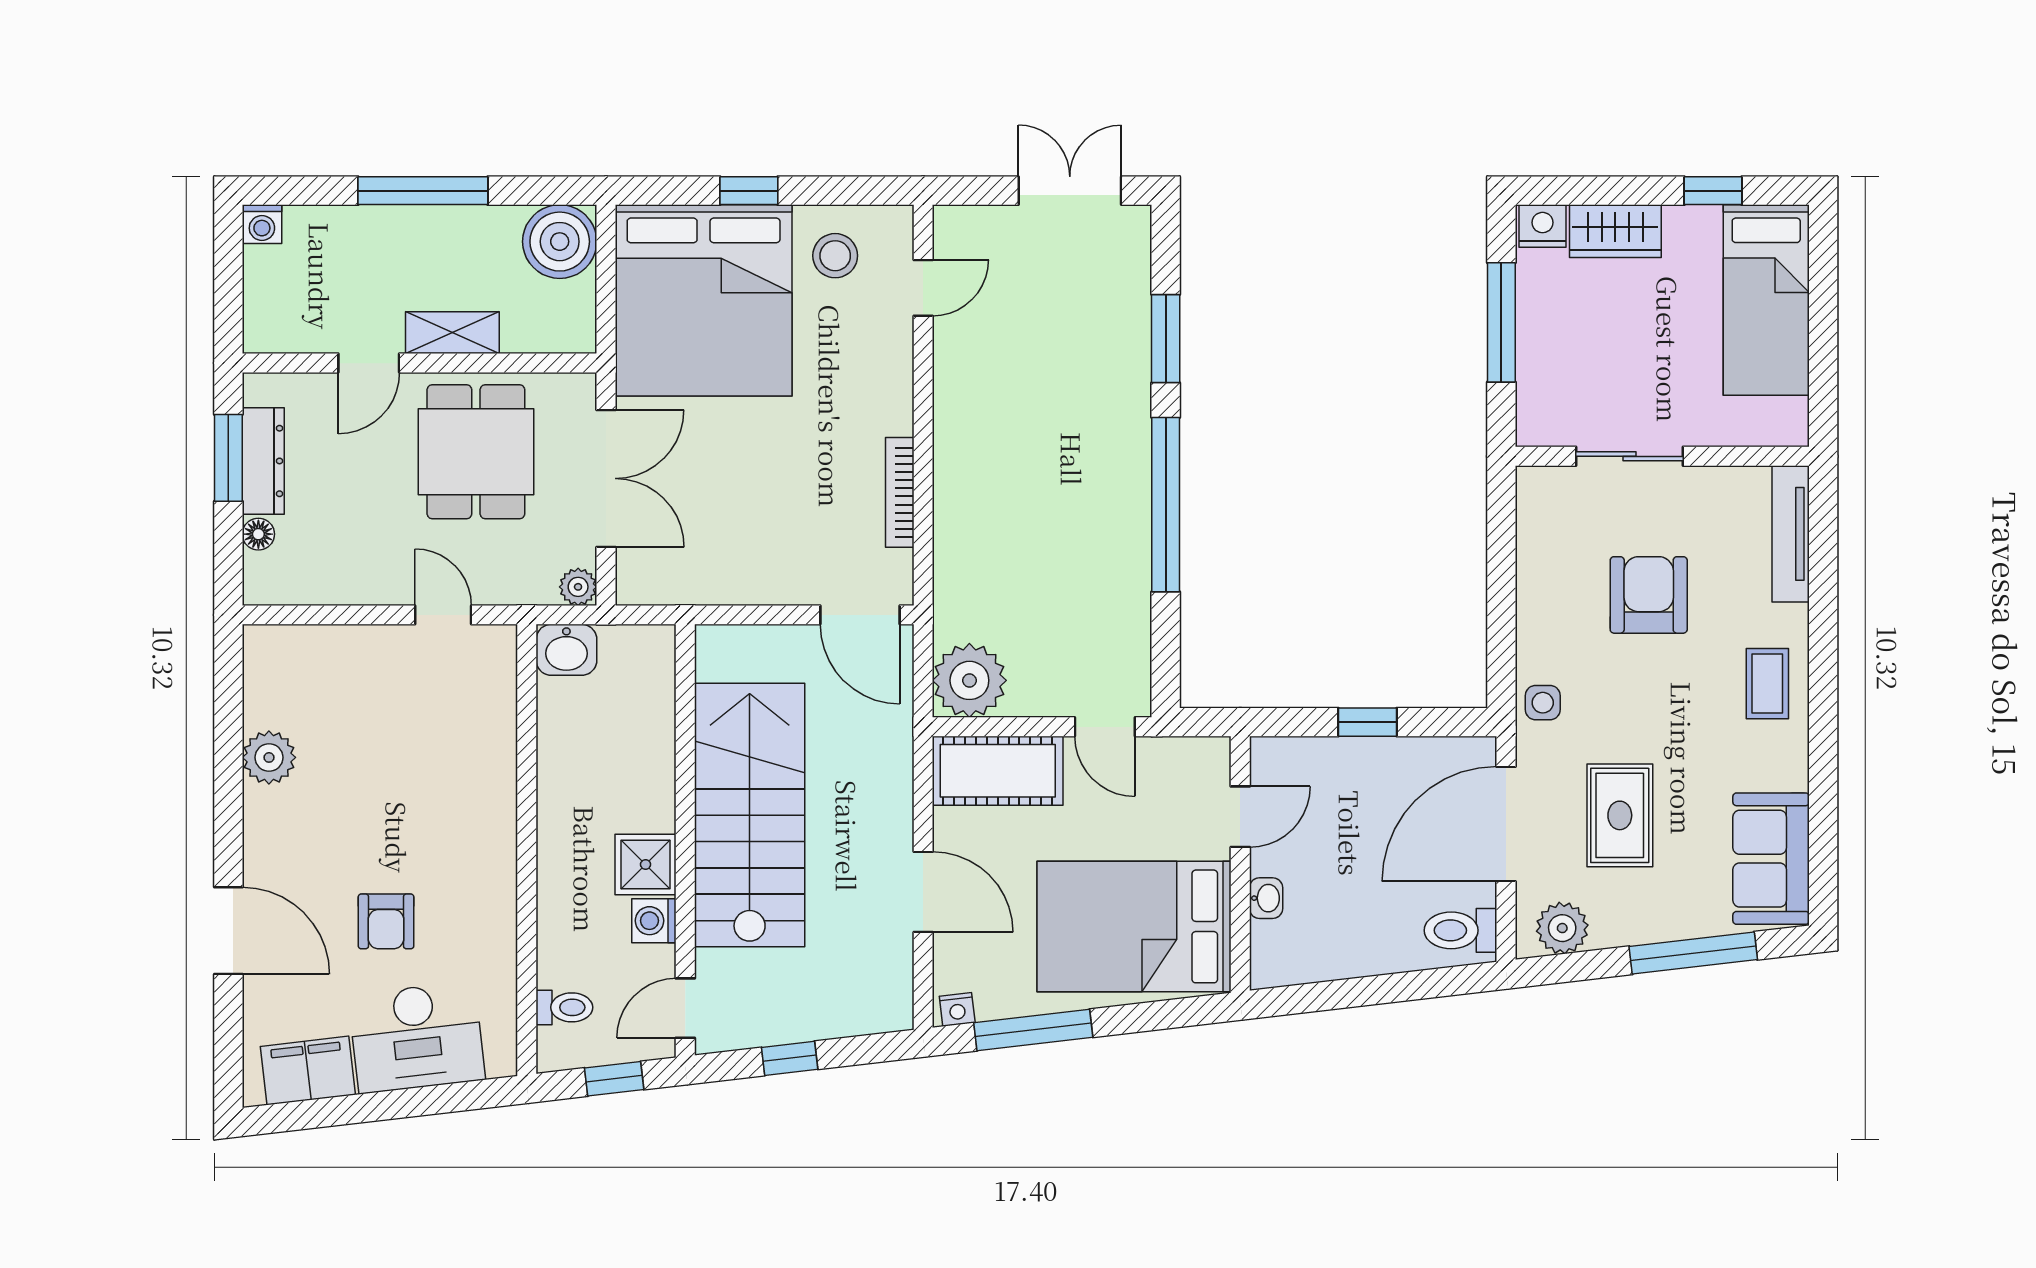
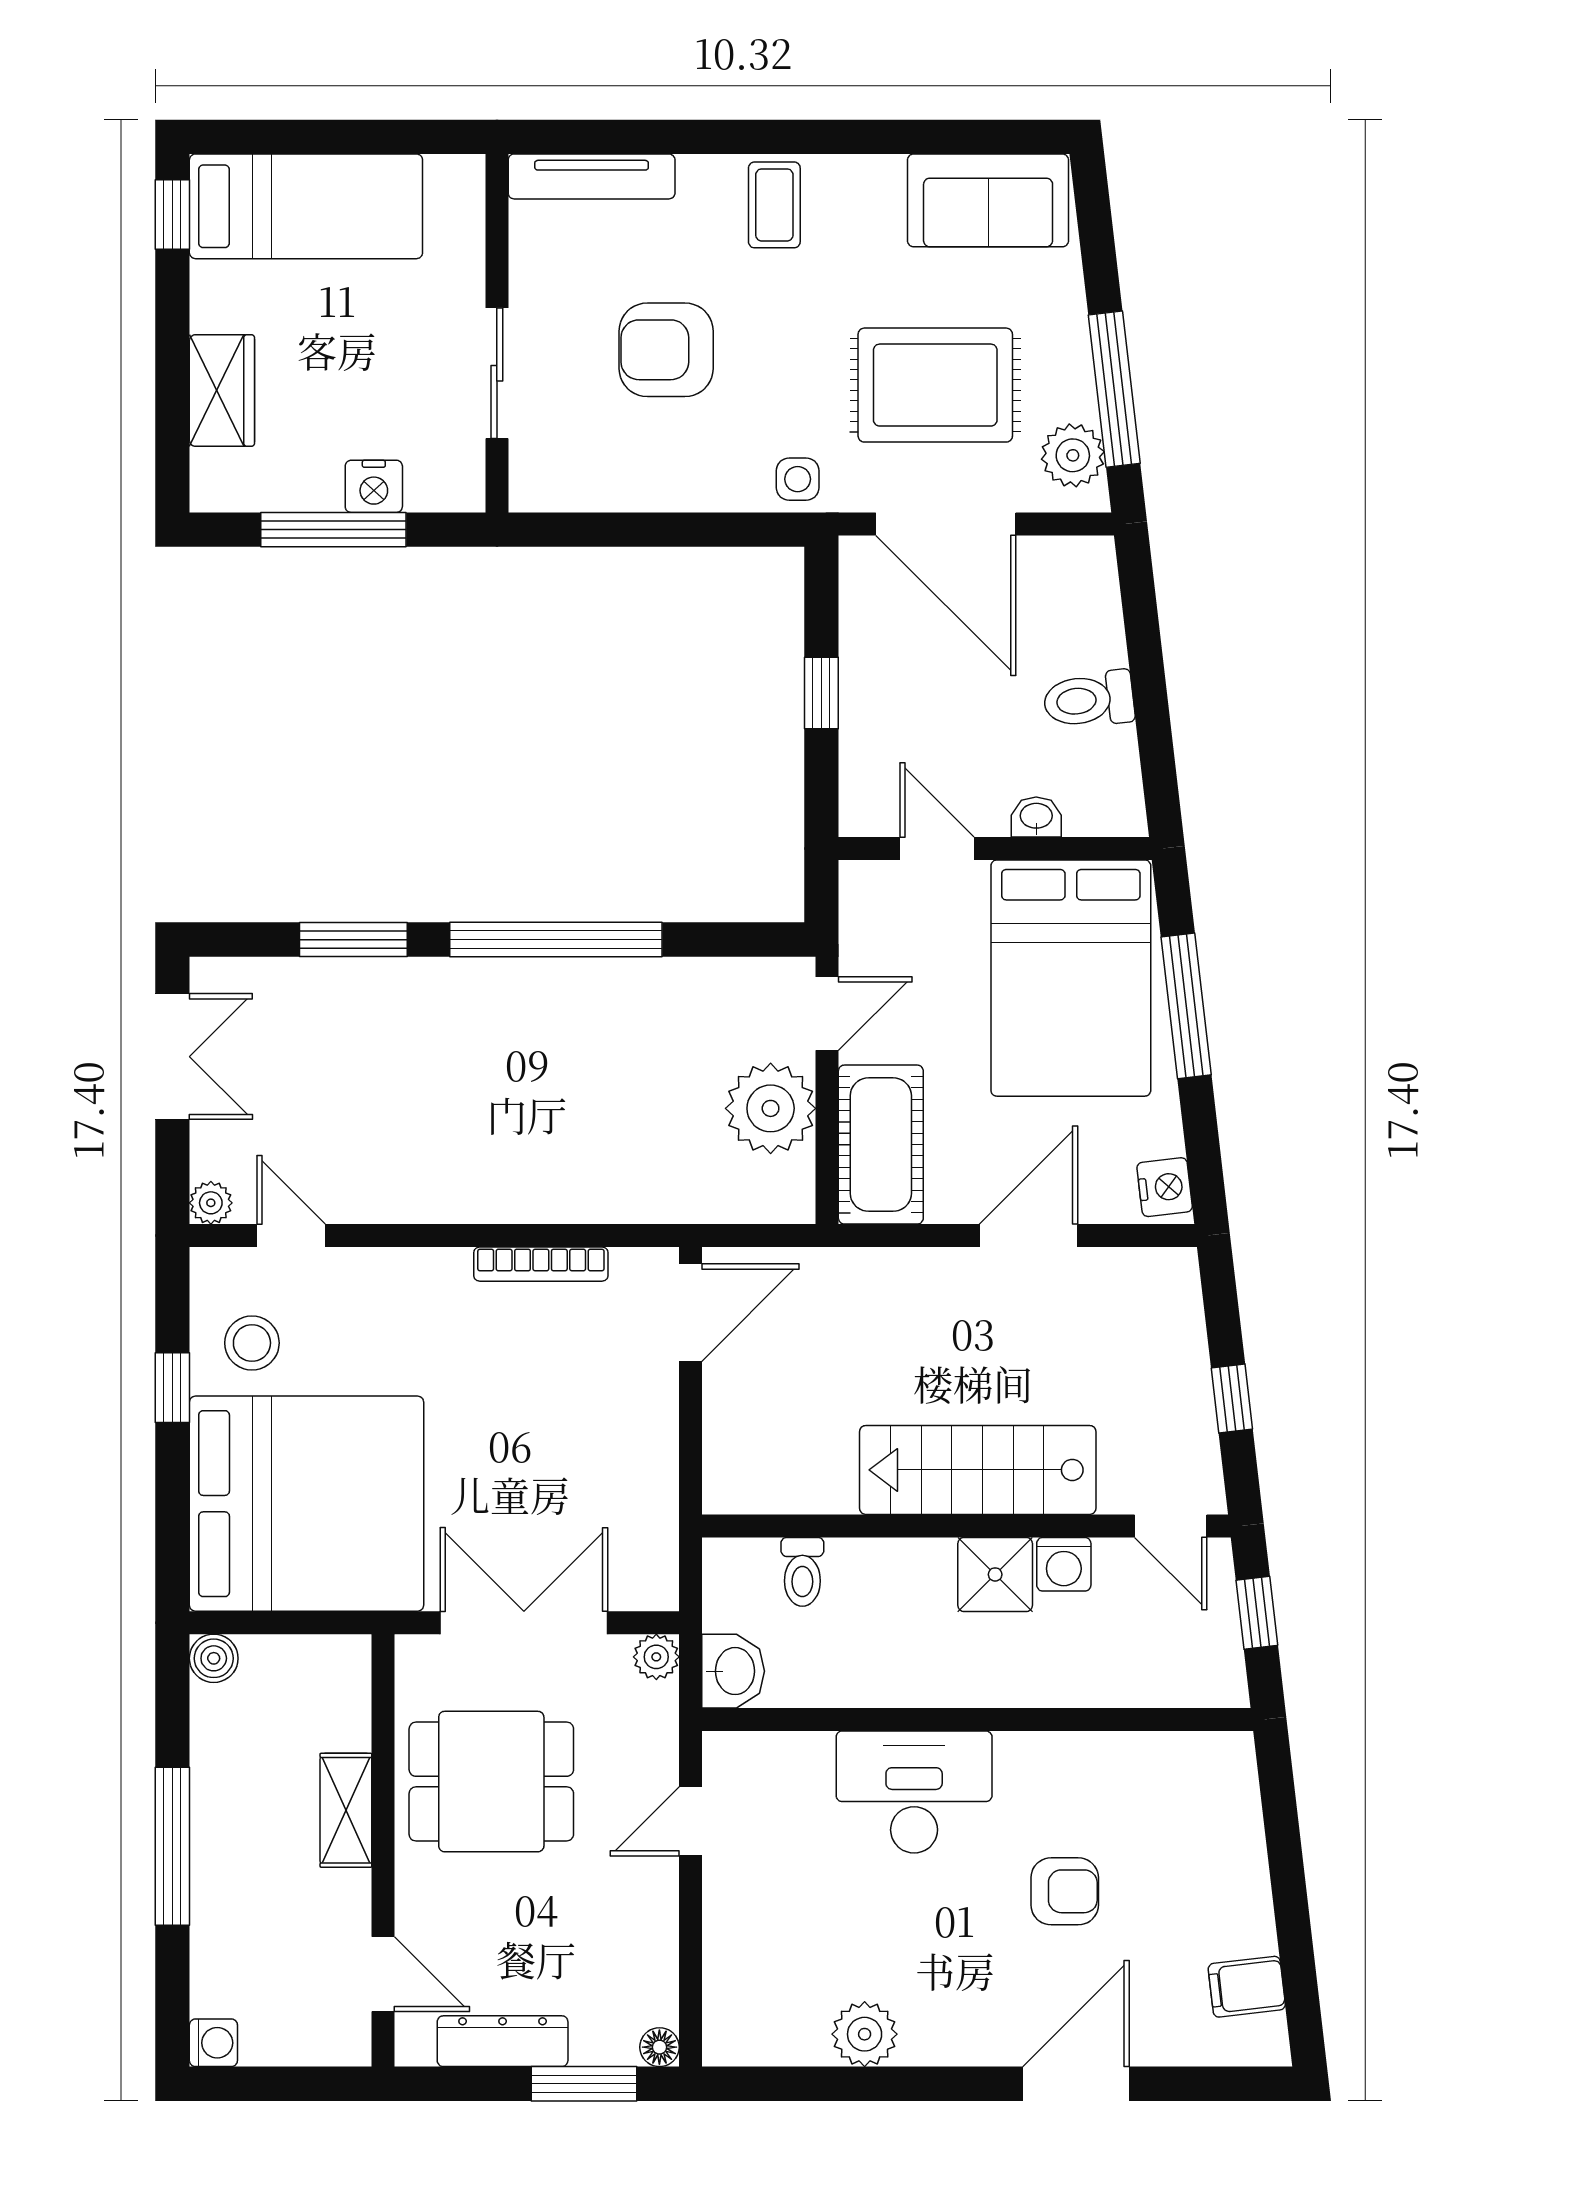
window: (749, 191) -> (172, 1388), moved
double door: (1070, 191) -> (172, 1057), swing flipped
window: (1713, 191) -> (172, 215), moved
plant: (950, 222) -> (211, 1203), added
nightstand: (1542, 226) -> (374, 486), moved, turned -90
boiler: (560, 242) -> (214, 1658), width x0.54, depth x0.54
door: (369, 363) -> (383, 1974), moved
window: (228, 458) -> (584, 2084), moved
floor lamp: (258, 534) -> (659, 2047), moved
plant: (969, 680) -> (771, 1108), moved
coffee table: (1767, 684) -> (774, 205), turned 90
stairs: (750, 815) -> (978, 1470), width x0.73, depth x0.66
rug: (1620, 815) -> (935, 385), width x1.36, depth x1.43
toilet: (1461, 930) -> (1089, 700), moved, turned 83
window: (1693, 953) -> (1114, 389), moved
toilet: (564, 1007) -> (802, 1572), moved, turned 180
nightstand: (957, 1009) -> (1165, 1187), width x1.39, depth x1.35
window: (1033, 1030) -> (1186, 1006), moved
desk: (417, 1037) -> (914, 1792), moved, turned -83
filing cabinet: (308, 1071) -> (1247, 1987), width x0.50

